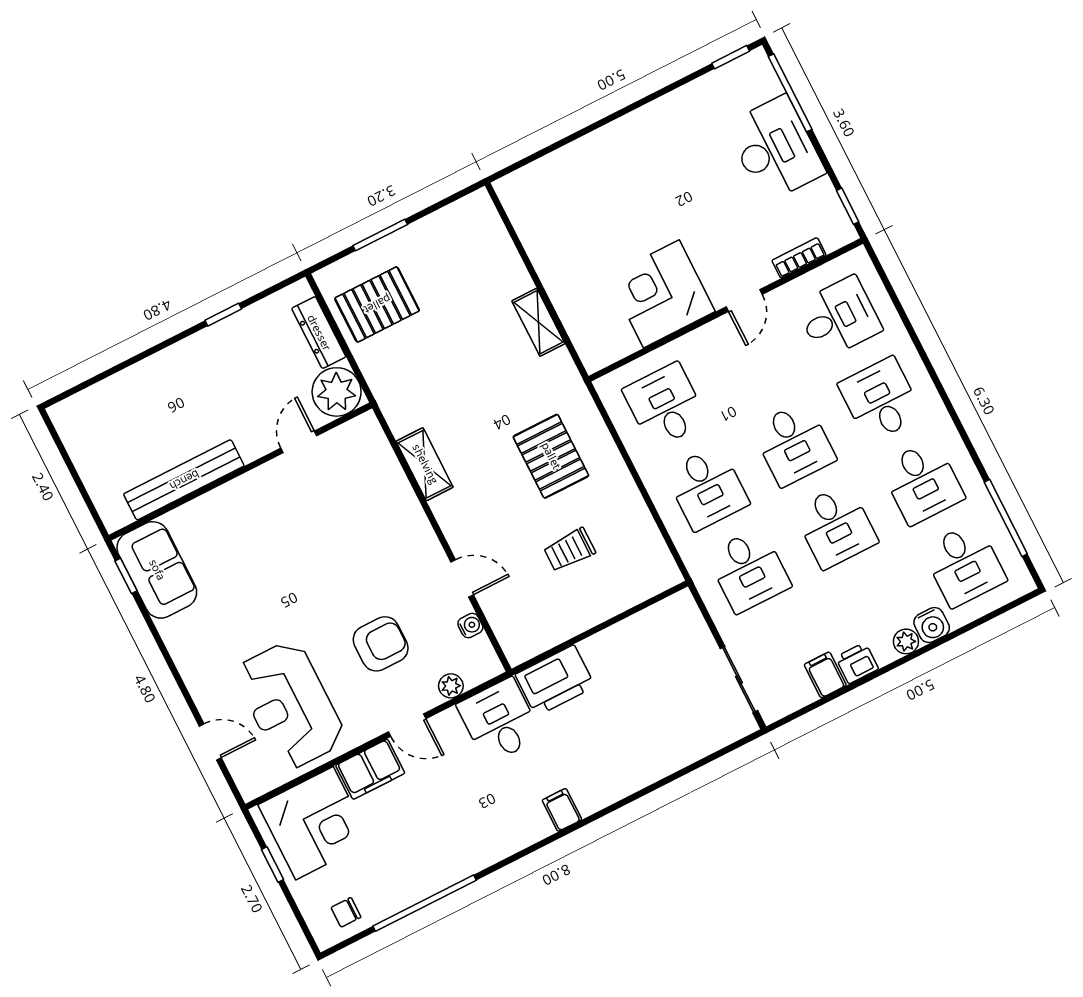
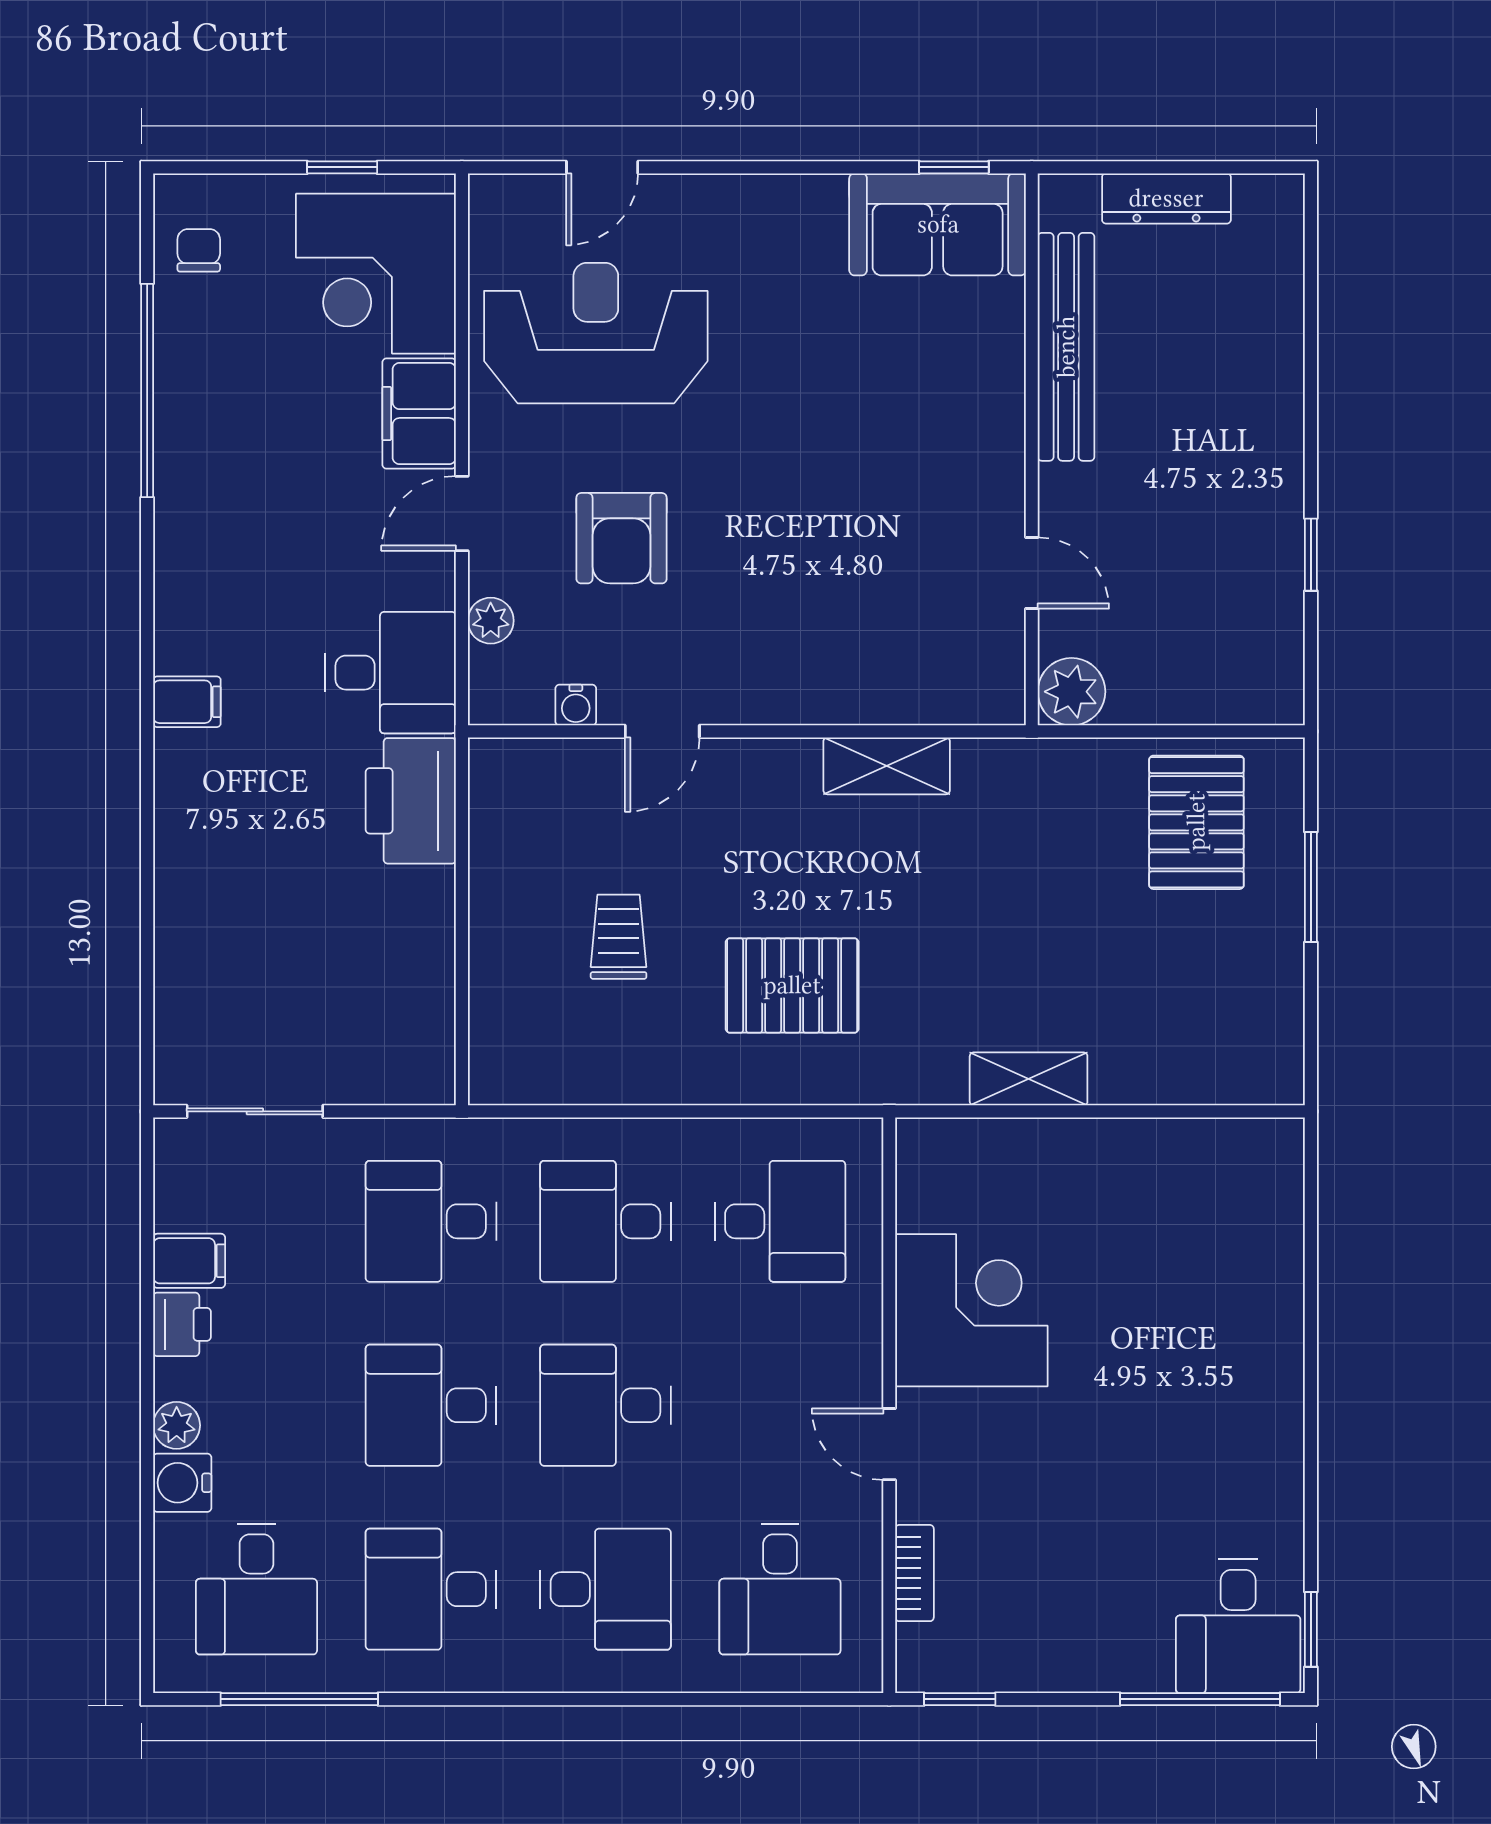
desk: (775, 149) -> (1238, 1626), moved, width x0.73
dresser: (319, 333) -> (1166, 198), moved, turned 180
plant: (337, 392) -> (1071, 692), width x0.73, depth x0.73
desk: (964, 565) -> (256, 1589), turned -90

